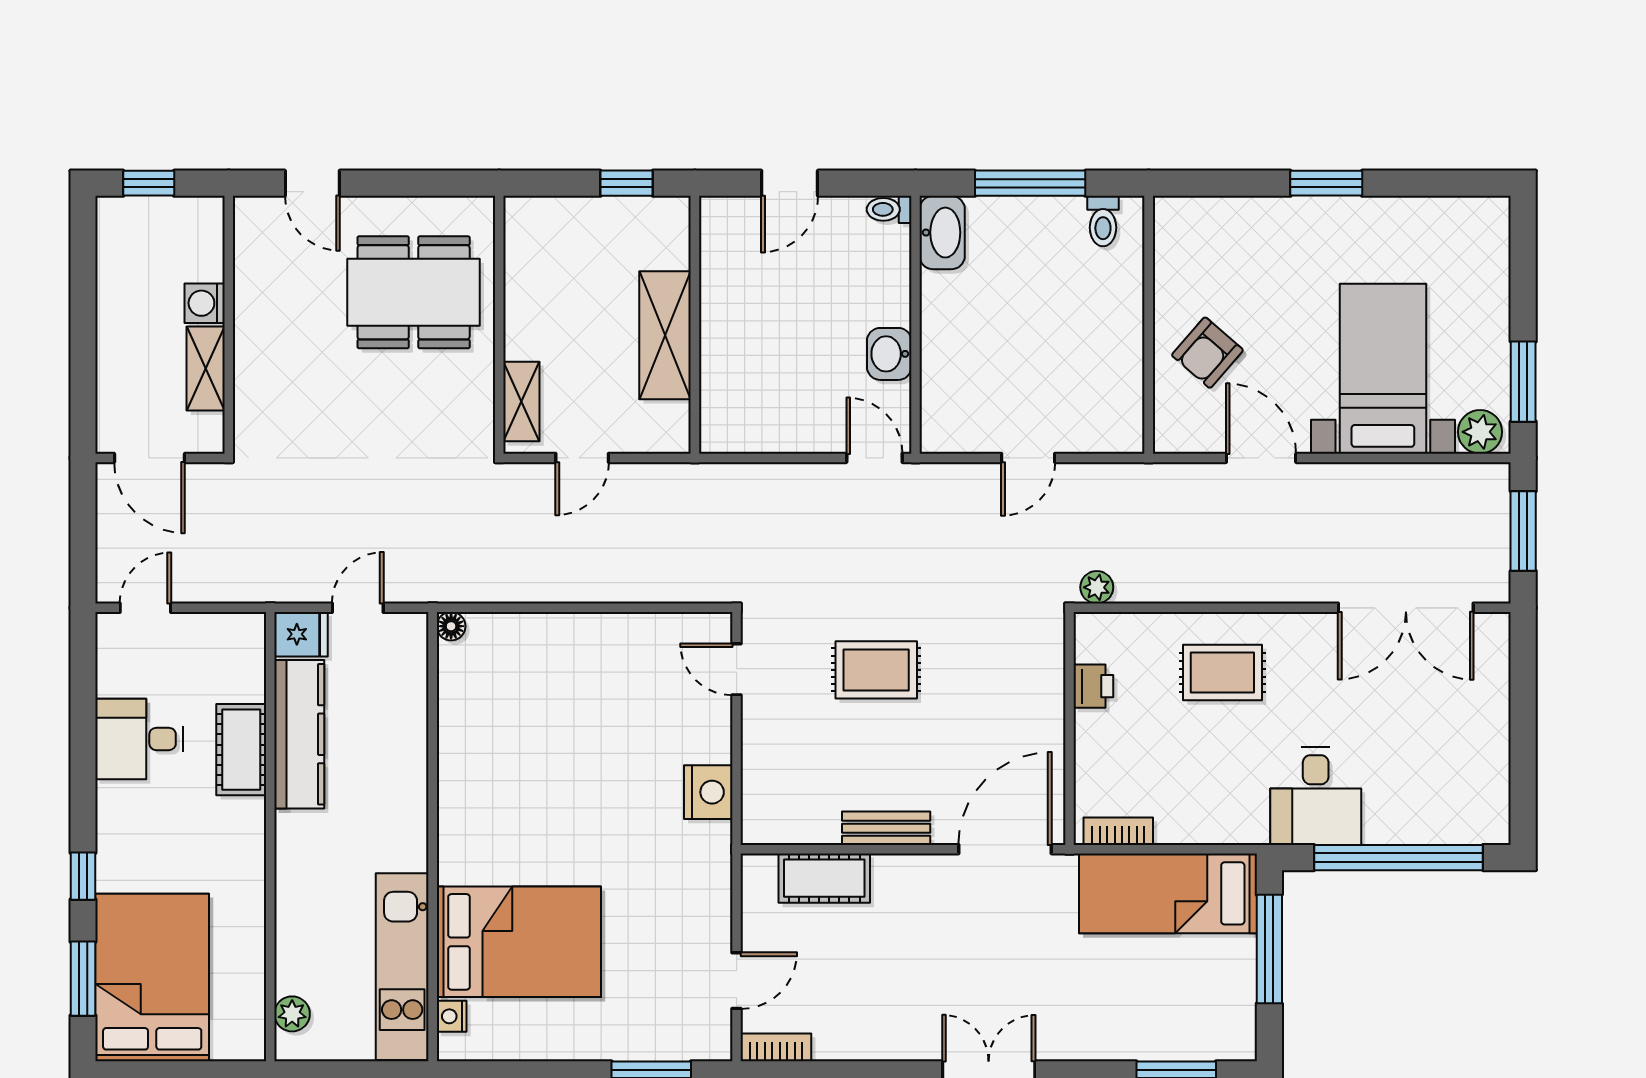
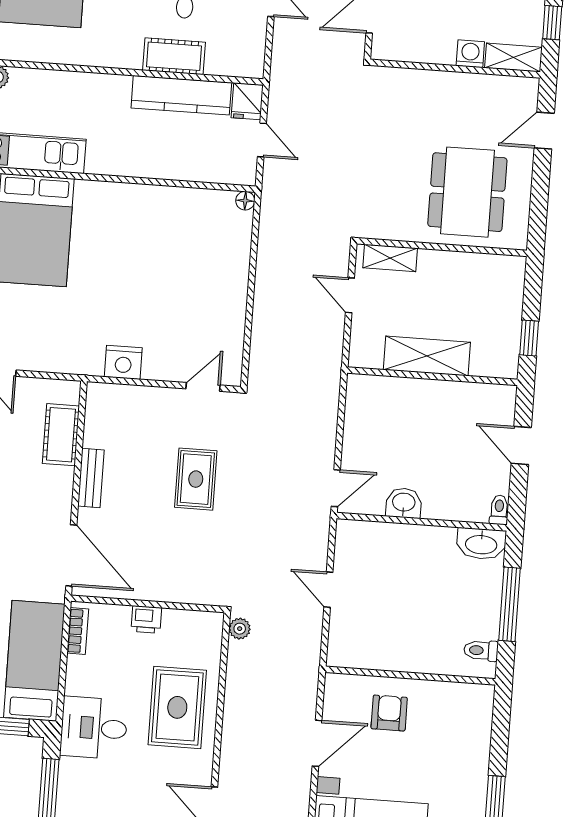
armchair: (1207, 353) -> (389, 713), turned 49
shelving: (206, 369) -> (513, 57), moved
rug: (1222, 673) -> (177, 707), width x1.36, depth x1.43
printer: (1093, 686) -> (146, 620), moved
desk: (1316, 796) -> (94, 728), moved

